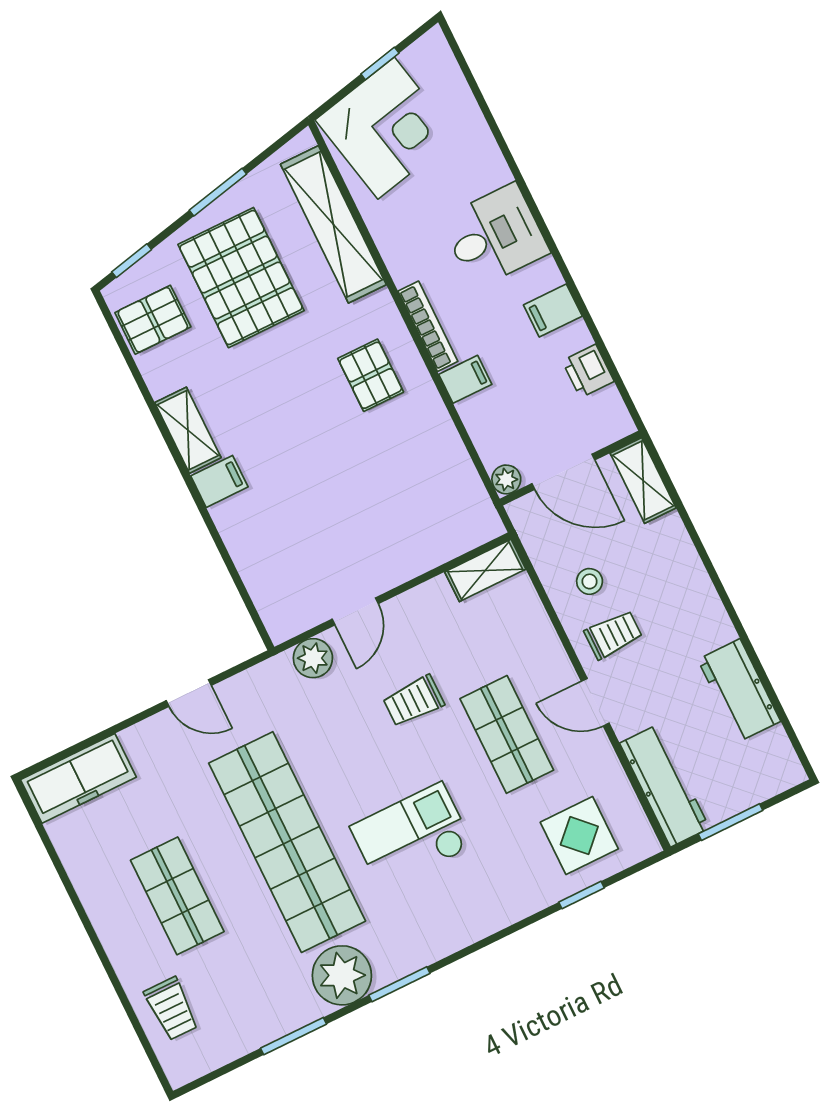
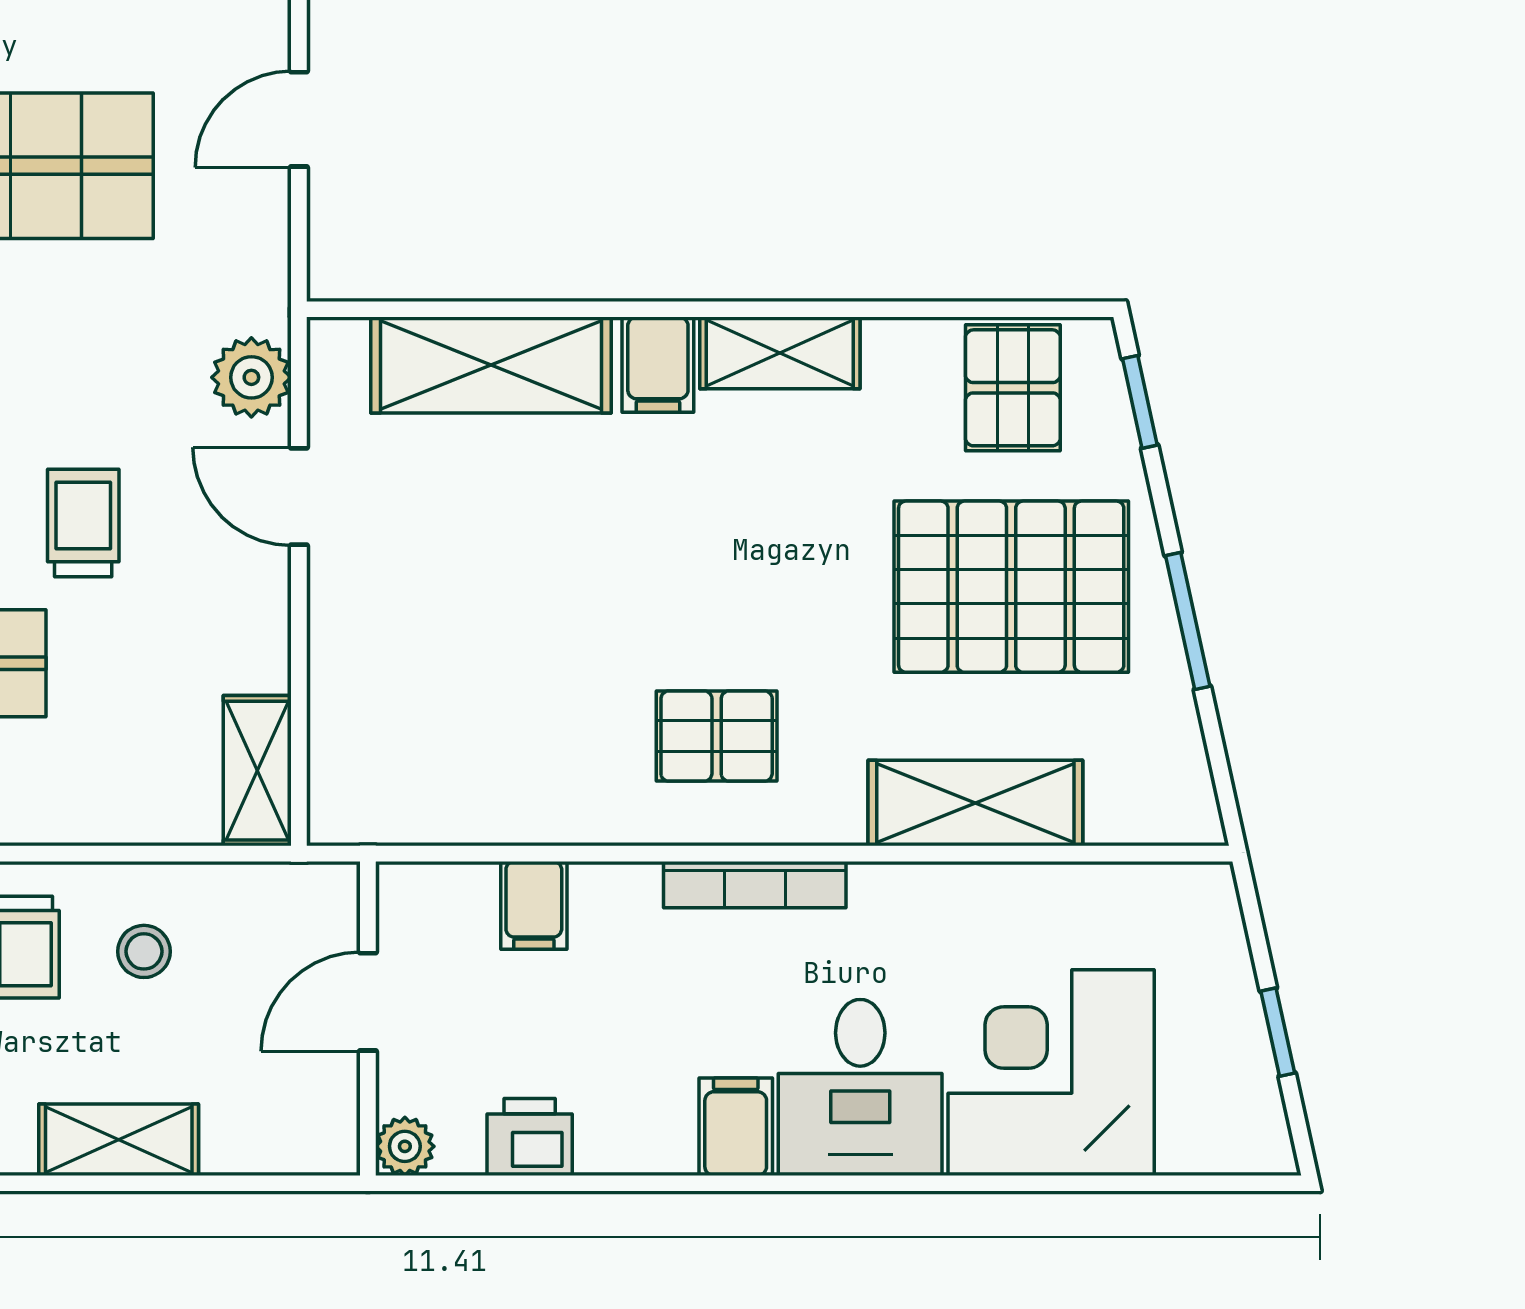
corner desk: (386, 128) -> (1051, 1073), moved, turned 102
shelving: (333, 224) -> (975, 803), width x0.68
filing cabinet: (553, 311) -> (736, 1127), moved
filing cabinet: (465, 379) -> (534, 905), moved
door: (563, 472) -> (368, 1002), width x0.73
plant: (506, 479) -> (405, 1146), moved
shelving: (643, 480) -> (119, 1140), moved
shelving: (256, 555) -> (491, 365), added

